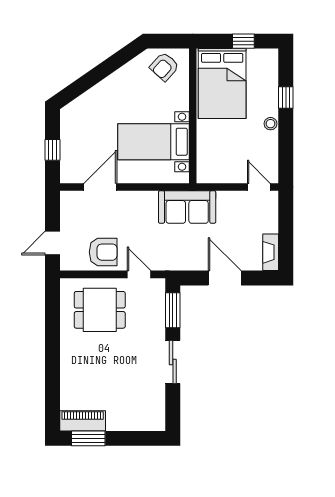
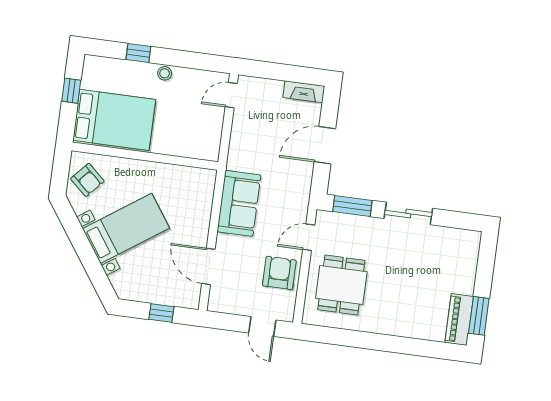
bed with nightstands: (154, 142) -> (126, 228), moved, turned -125
sofa: (187, 207) -> (239, 203), moved

